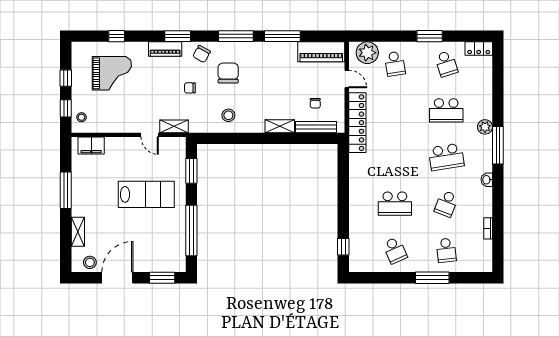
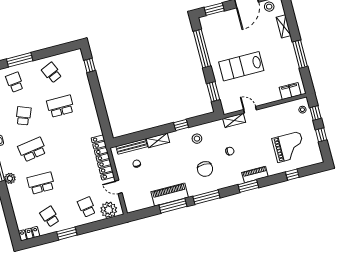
piano: (321, 52) -> (170, 195), moved
chair: (202, 54) -> (228, 178), removed
grand piano: (112, 73) -> (289, 147), turned 180
window: (245, 138) -> (181, 125), added

